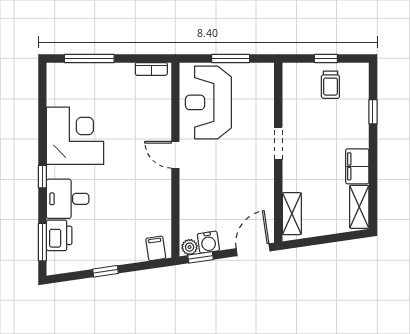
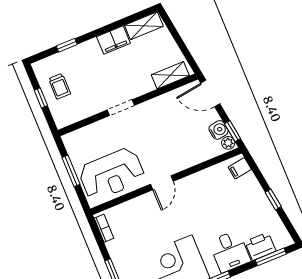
trolley: (330, 85) -> (59, 86), turned 90

